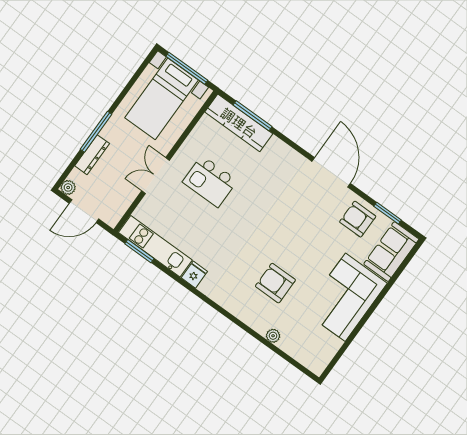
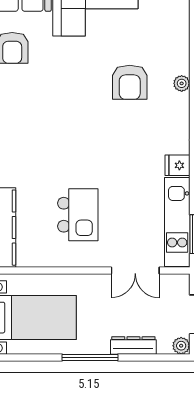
window: (96, 132) -> (90, 357), moved
double door: (156, 176) -> (135, 270), moved
plant: (273, 336) -> (182, 83), moved

